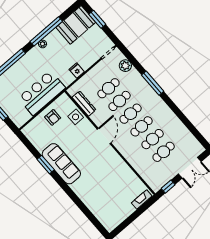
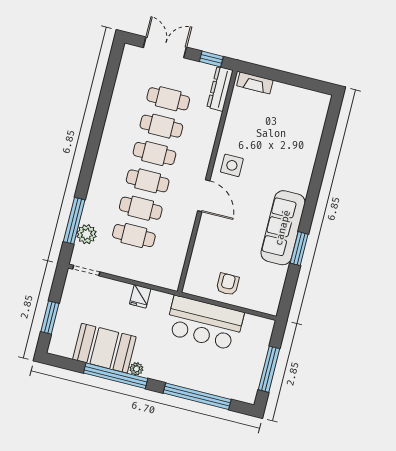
booth: (76, 25) -> (104, 348), moved
window: (153, 83) -> (74, 221), moved
dresser: (84, 104) -> (220, 89), moved
side table: (76, 117) -> (232, 165), moved
door: (104, 136) -> (204, 196), swing flipped

